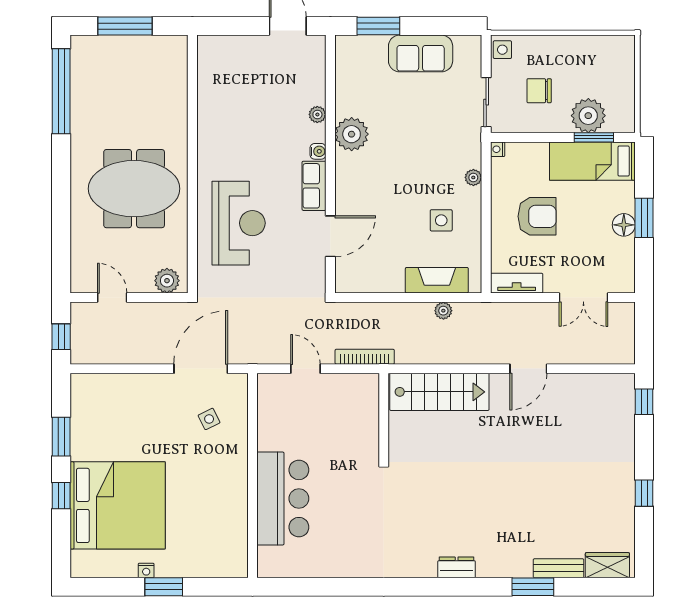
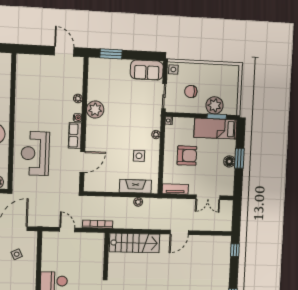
sofa: (421, 53) -> (147, 70), moved
reception desk: (239, 223) -> (35, 153), turned 180

